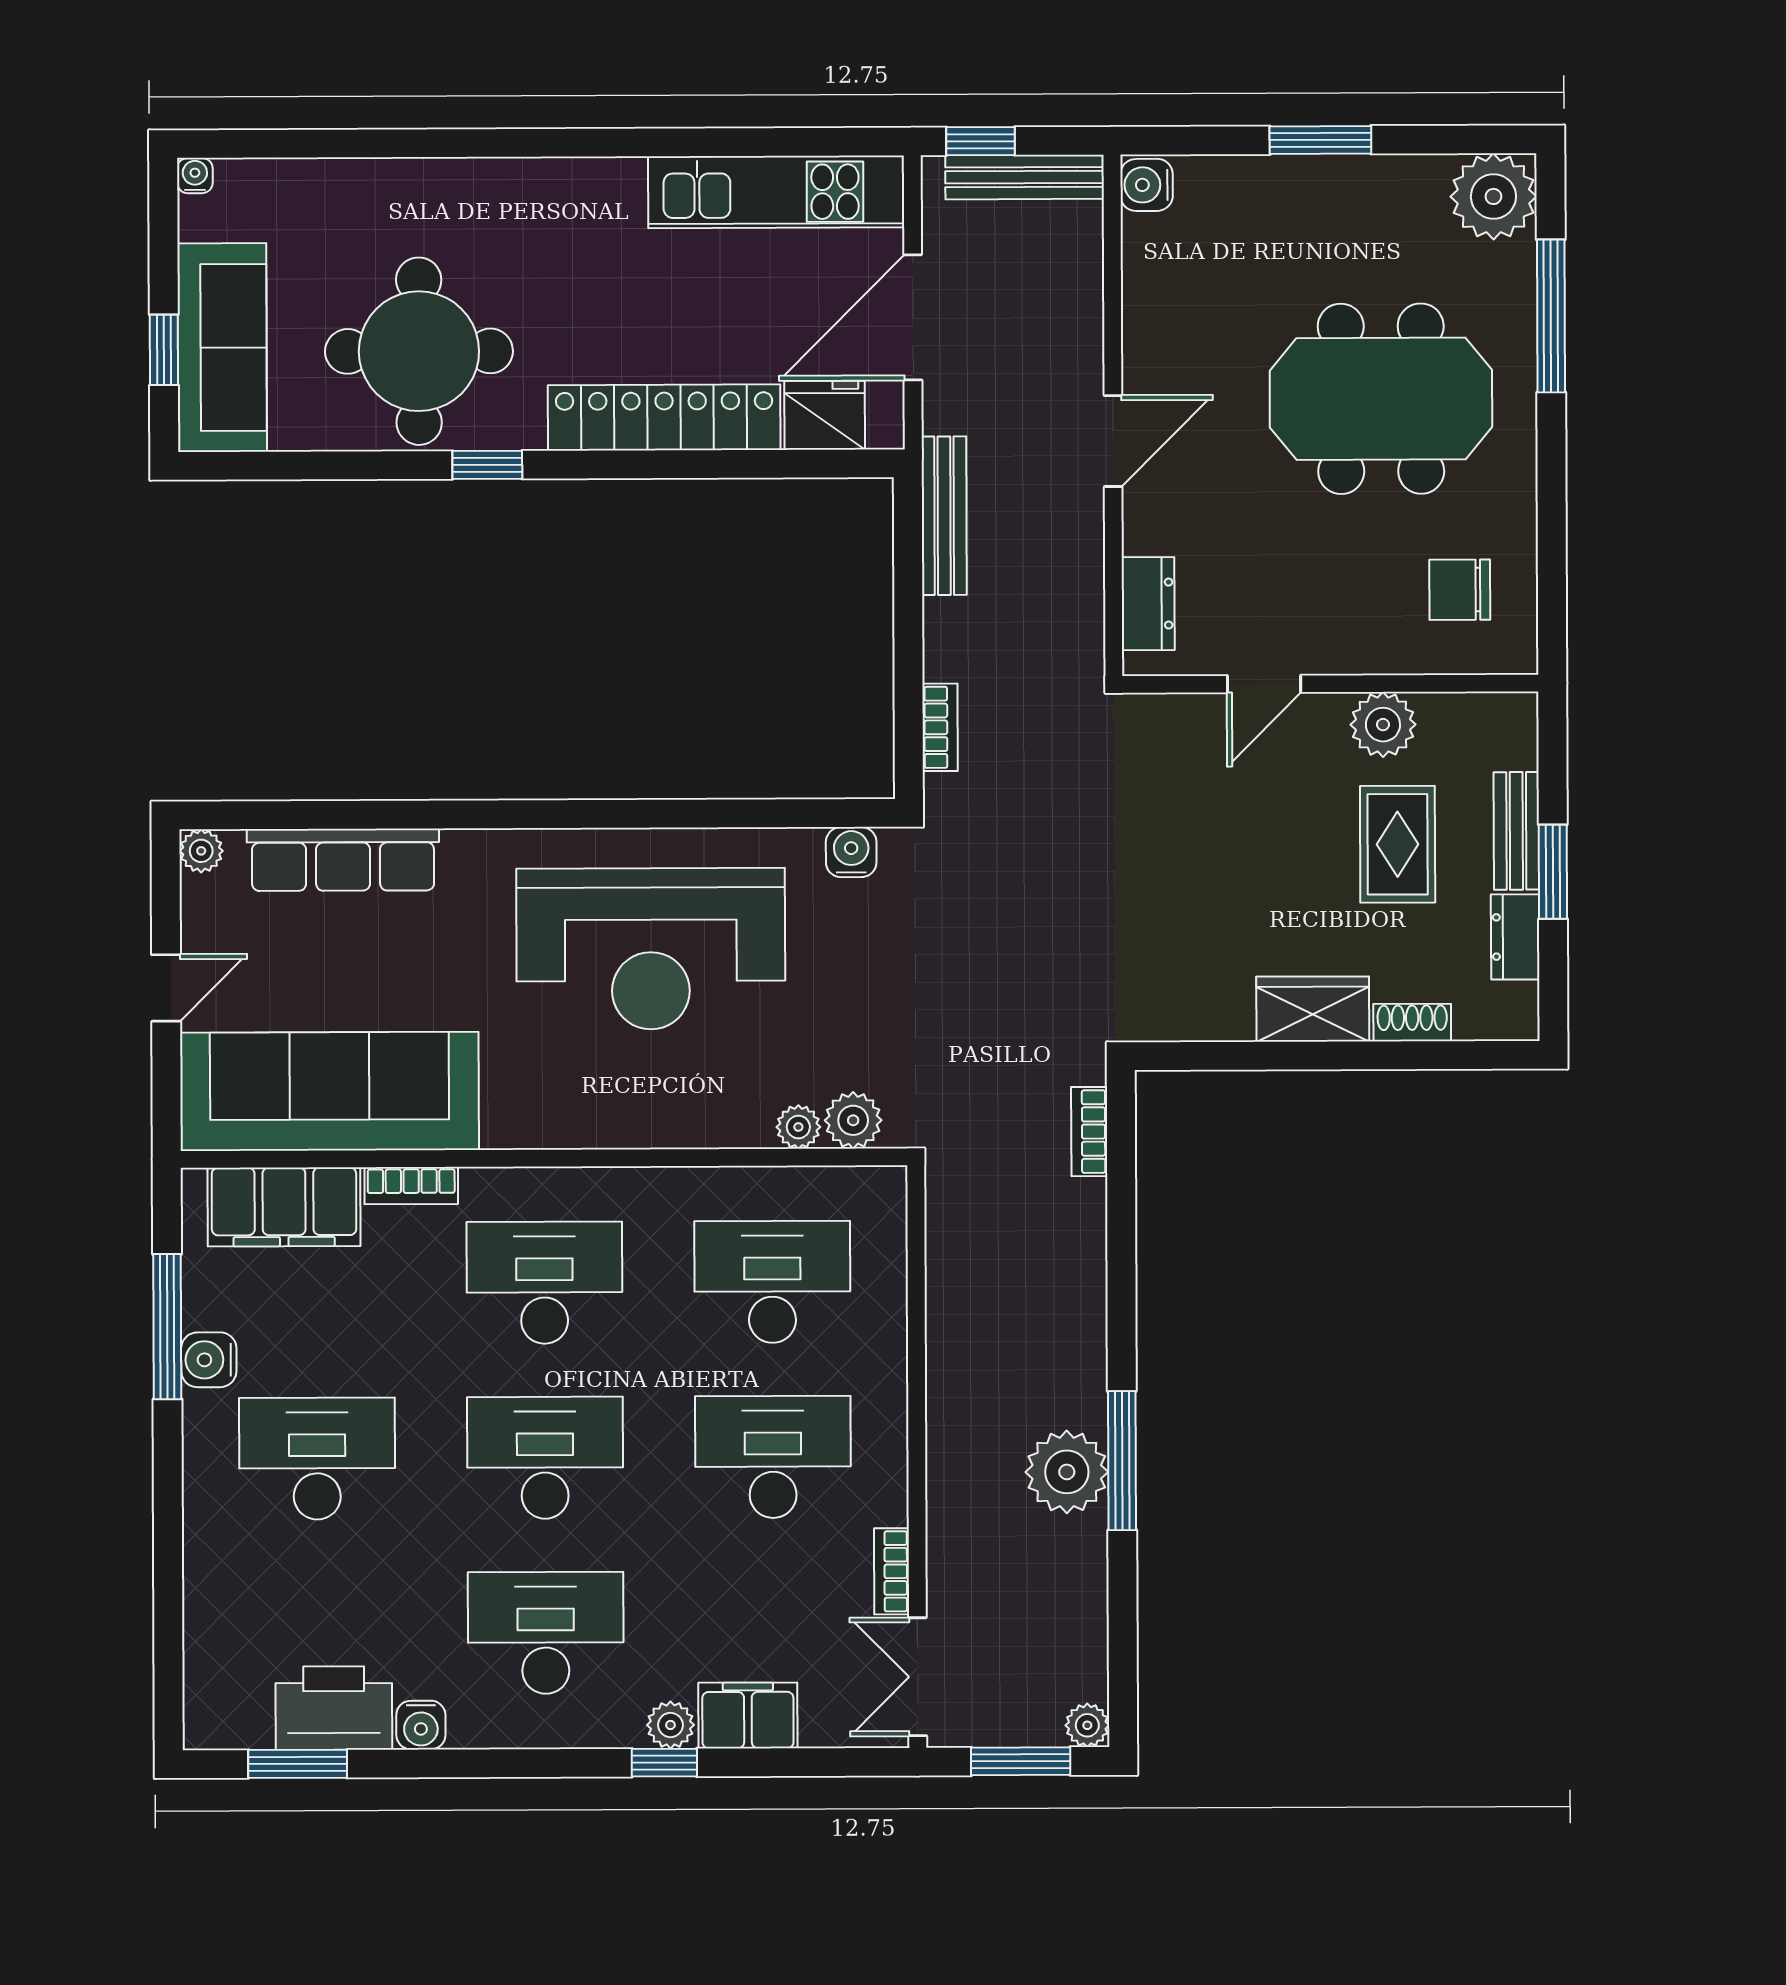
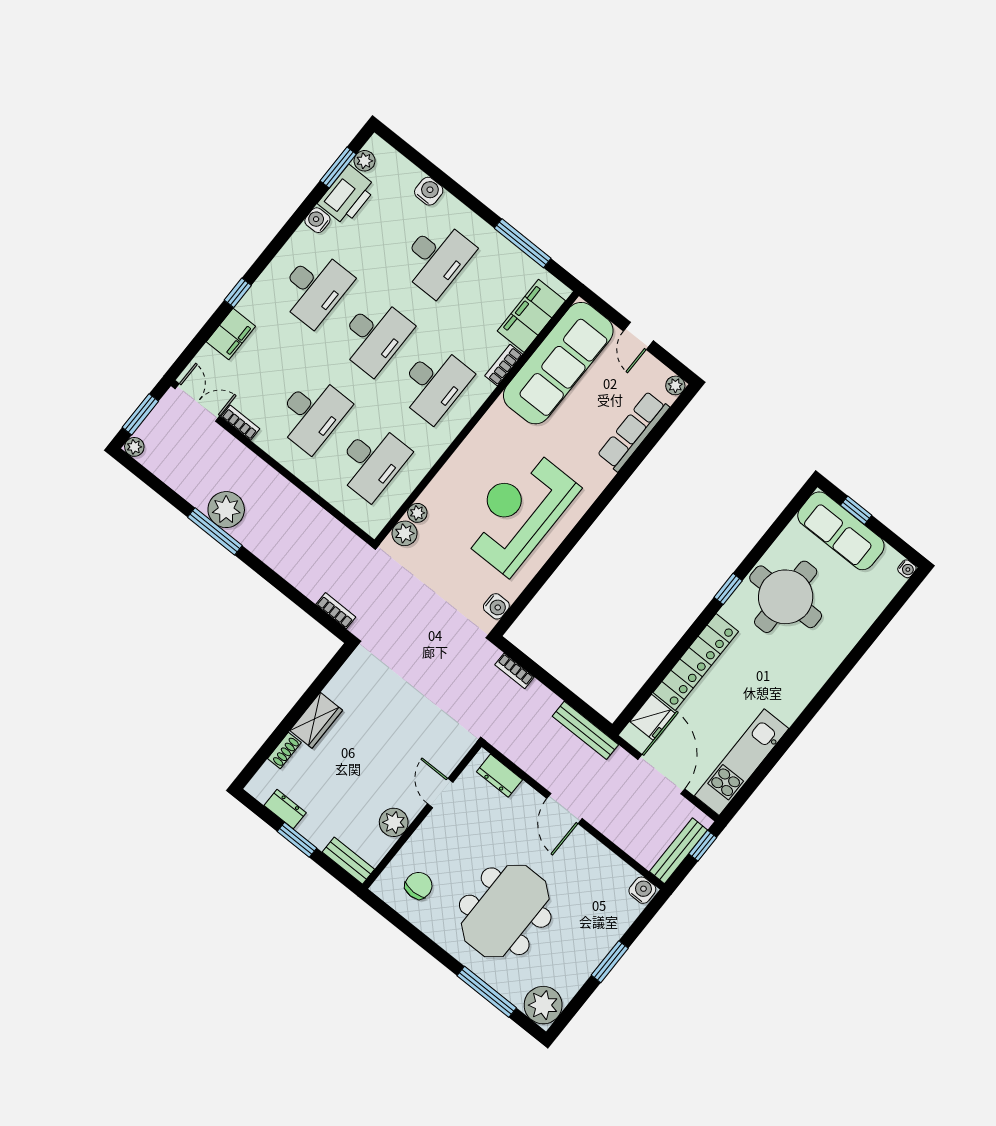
bench: (1516, 831) -> (348, 861), moved
rug: (1398, 844) -> (349, 794), removed
water cooler: (209, 1360) -> (429, 191), moved
plant: (670, 1725) -> (365, 161), moved

